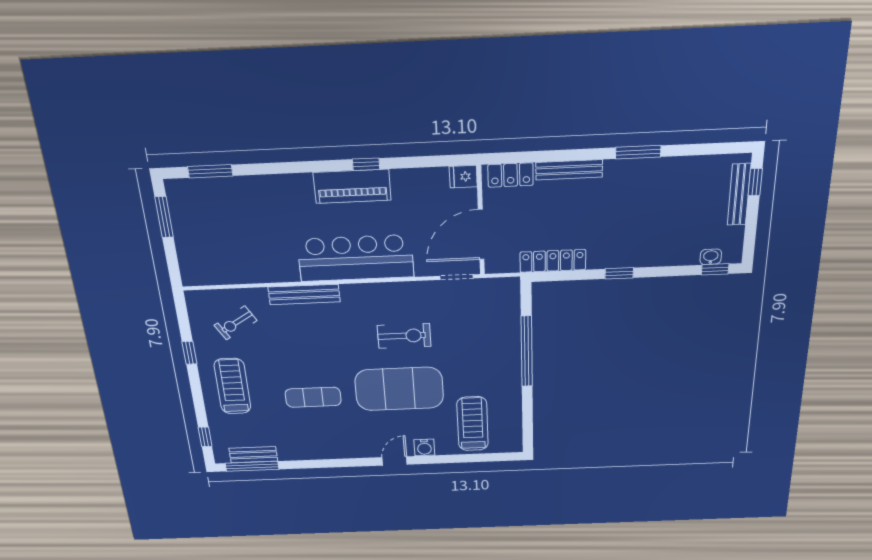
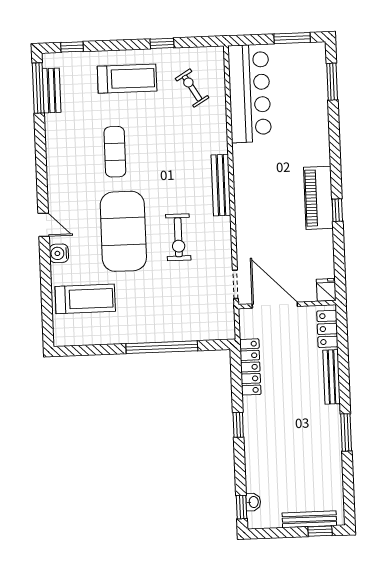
bar counter: (356, 258) -> (250, 93), moved
bench: (304, 294) -> (221, 185), moved

